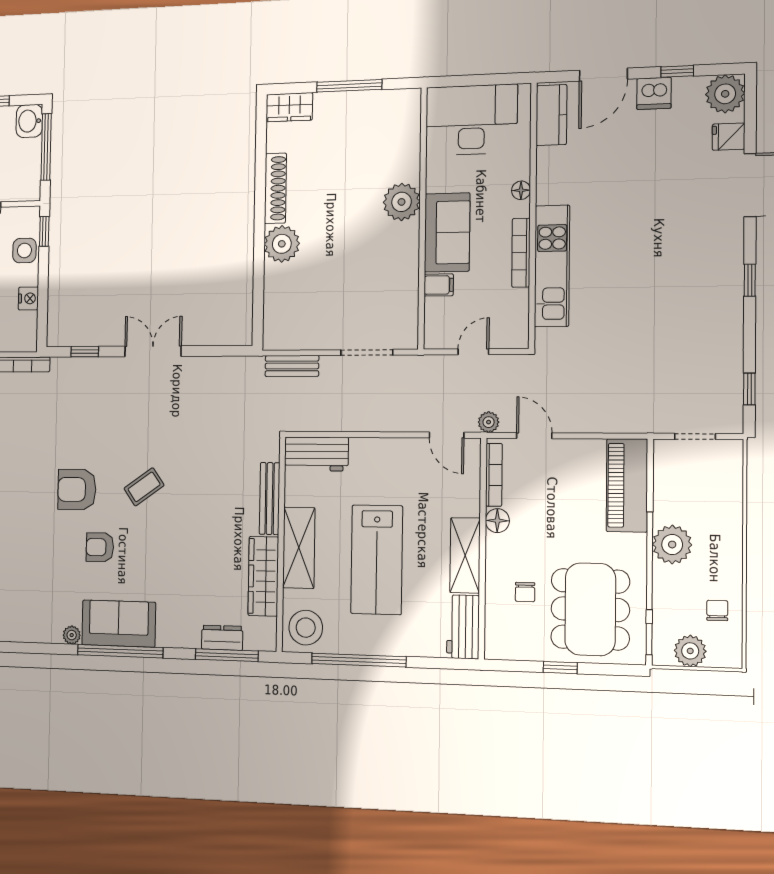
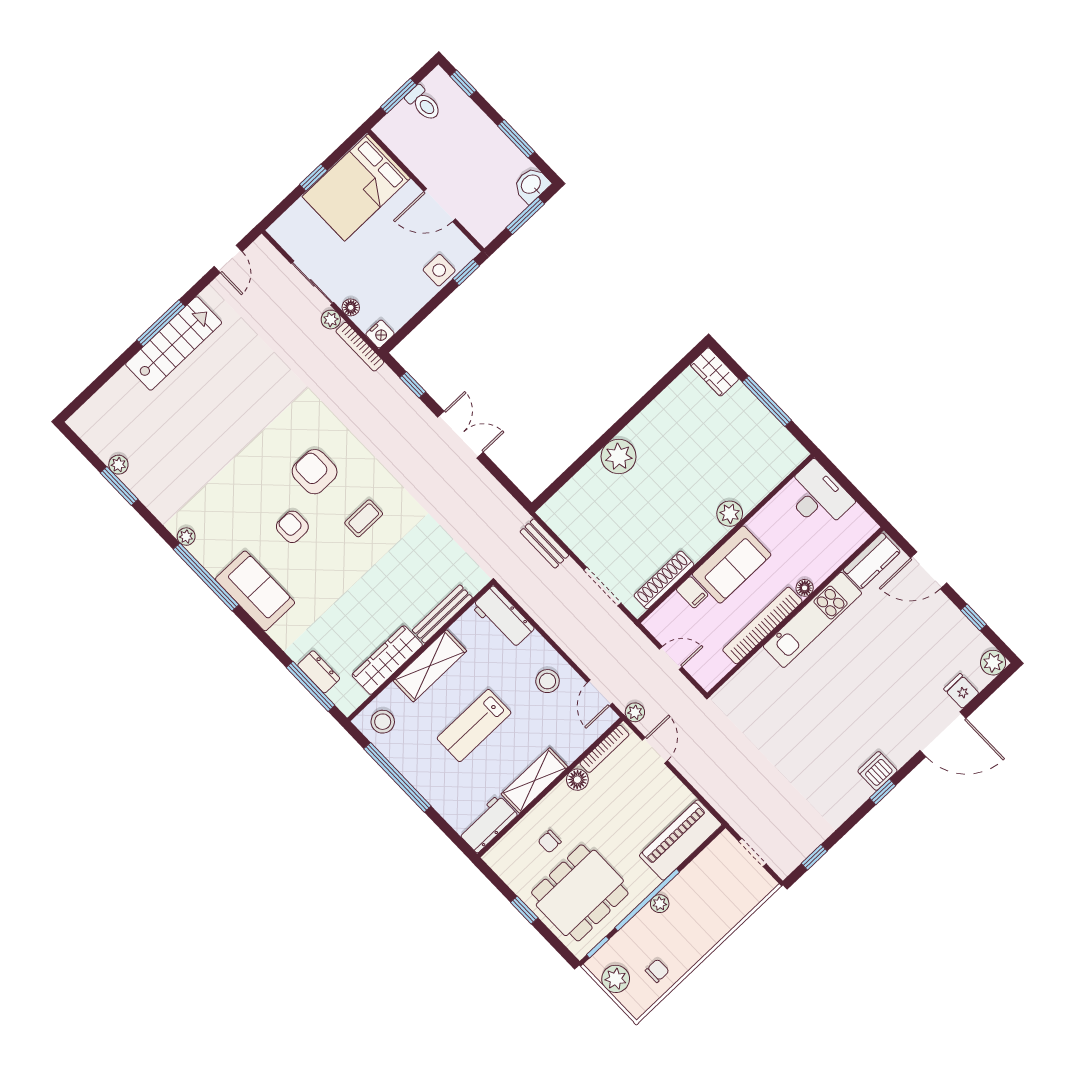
dishwasher: (654, 93) -> (877, 771), moved, turned 90
plant: (725, 94) -> (993, 663), width x0.73, depth x0.73
desk: (471, 120) -> (818, 496), width x0.73, depth x0.77
window: (46, 147) -> (525, 216), width x0.69
shoe rack: (275, 188) -> (664, 580), moved, turned 180
plant: (402, 202) -> (730, 514), width x0.73, depth x0.73
bookcase: (521, 253) -> (762, 625), width x1.48, depth x1.31
kitchen unit: (552, 266) -> (812, 620), moved
nightstand: (28, 298) -> (380, 334), moved
stool: (398, 468) -> (548, 681), added
coffee table: (144, 487) -> (364, 518), turned -55
plant: (672, 545) -> (660, 904), width x0.53, depth x0.53
lab bench: (377, 560) -> (474, 726), width x0.73, depth x0.72
stool: (306, 628) -> (383, 722), width x0.73, depth x0.73
plant: (72, 635) -> (186, 537), moved
window: (120, 651) -> (206, 577), moved

